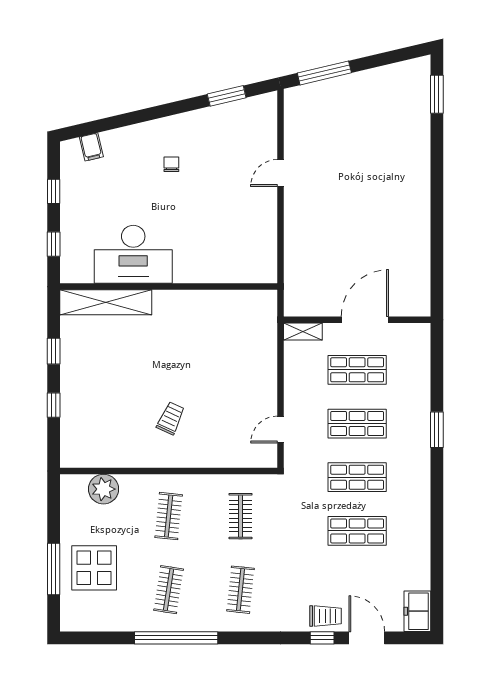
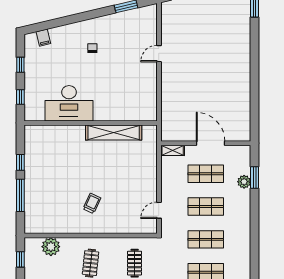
shelving: (106, 302) -> (114, 132), moved
door: (365, 320) -> (211, 143), hinge flipped
plant: (420, 383) -> (244, 182), added
window: (54, 405) -> (20, 195), width x2.17
window: (437, 430) -> (255, 178), moved
window: (54, 510) -> (20, 259), added

